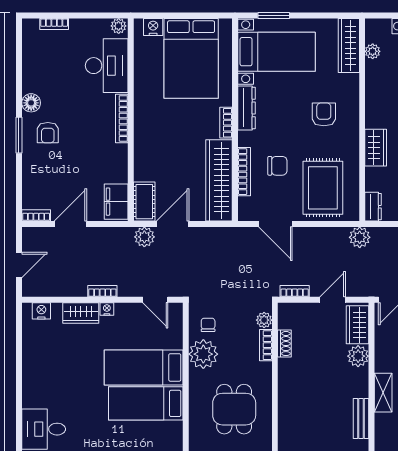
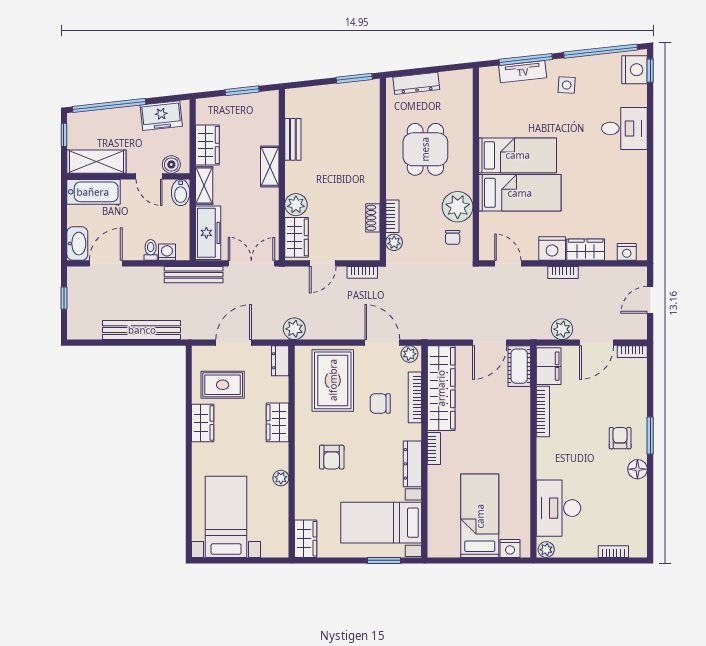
wardrobe: (349, 45) -> (306, 539), width x0.67
plant: (373, 51) -> (281, 478), moved
bed: (191, 58) -> (480, 516), width x0.67
bookcase: (122, 118) -> (543, 411), moved
plant: (249, 213) -> (409, 354), added
plant: (144, 237) -> (562, 329), moved
nightstand: (107, 309) -> (552, 249), width x1.89, depth x1.79

